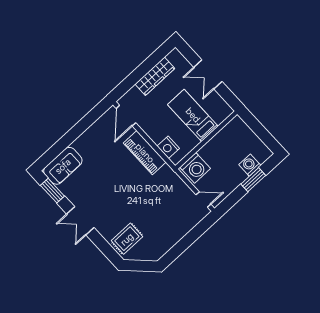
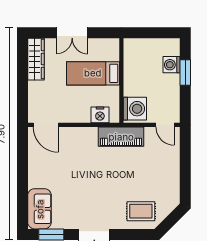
wardrobe: (155, 76) -> (36, 59), moved
piano: (145, 153) -> (121, 137), moved
door: (203, 199) -> (165, 125), swing flipped
rug: (127, 239) -> (141, 211), turned 90

